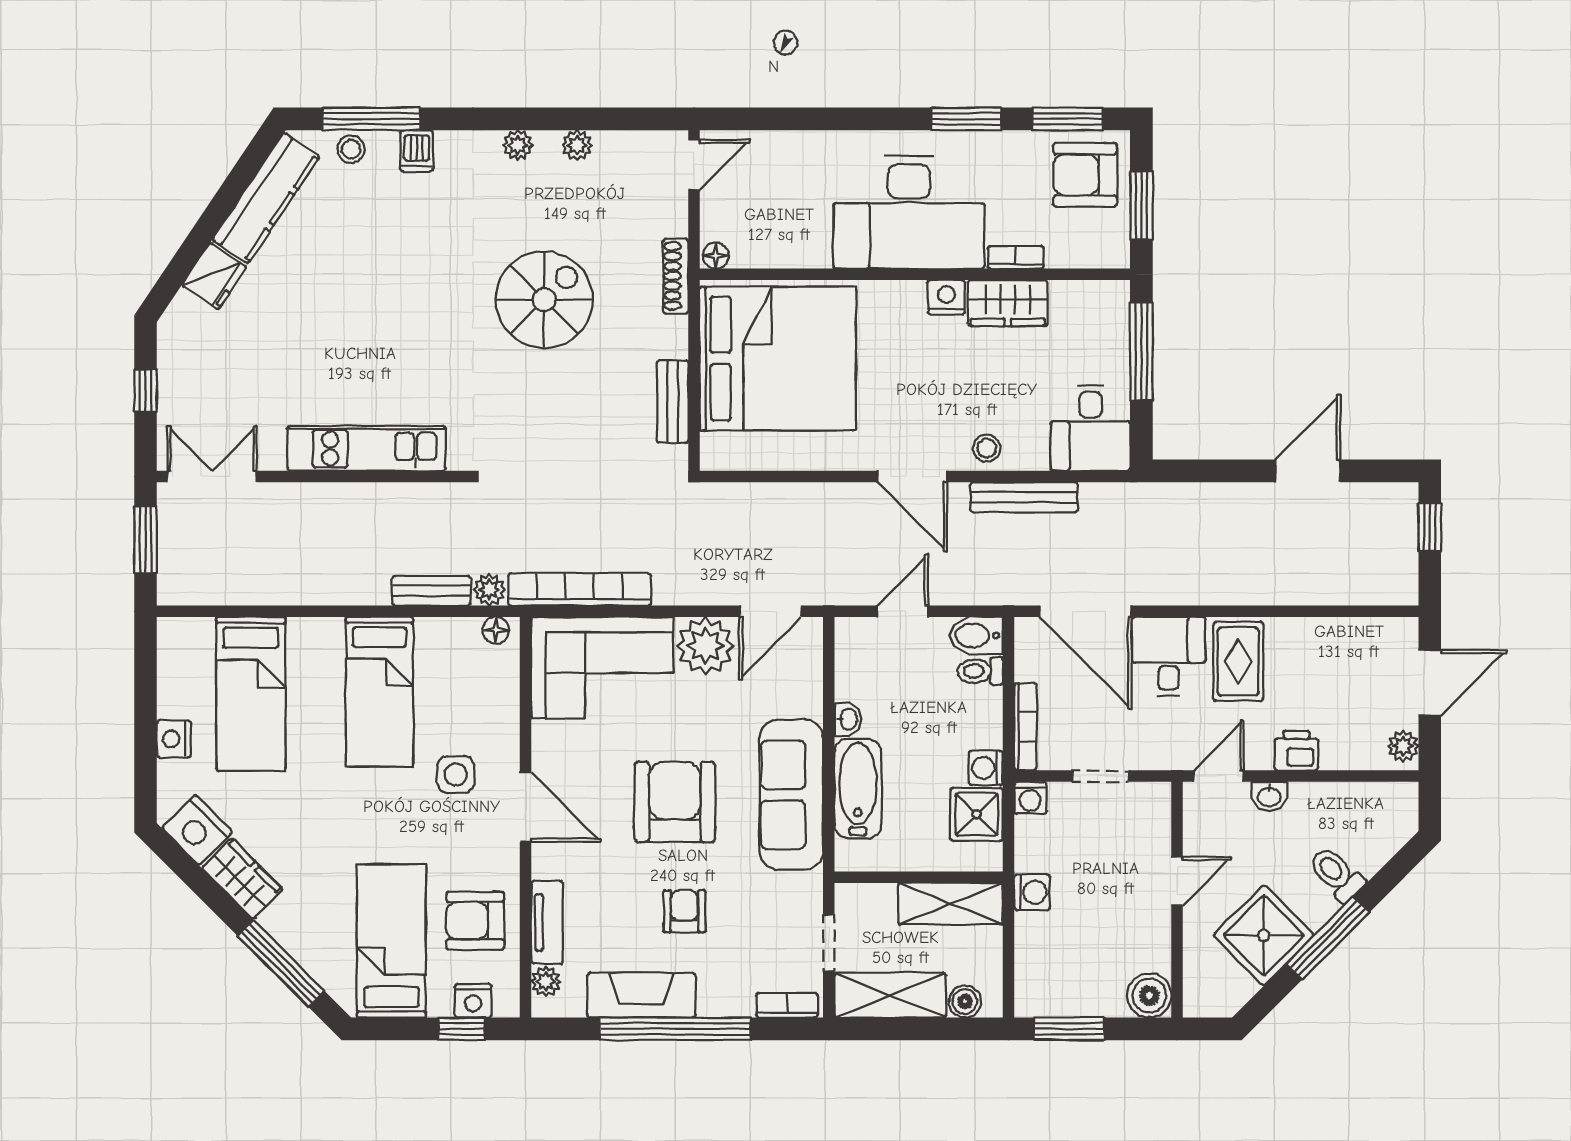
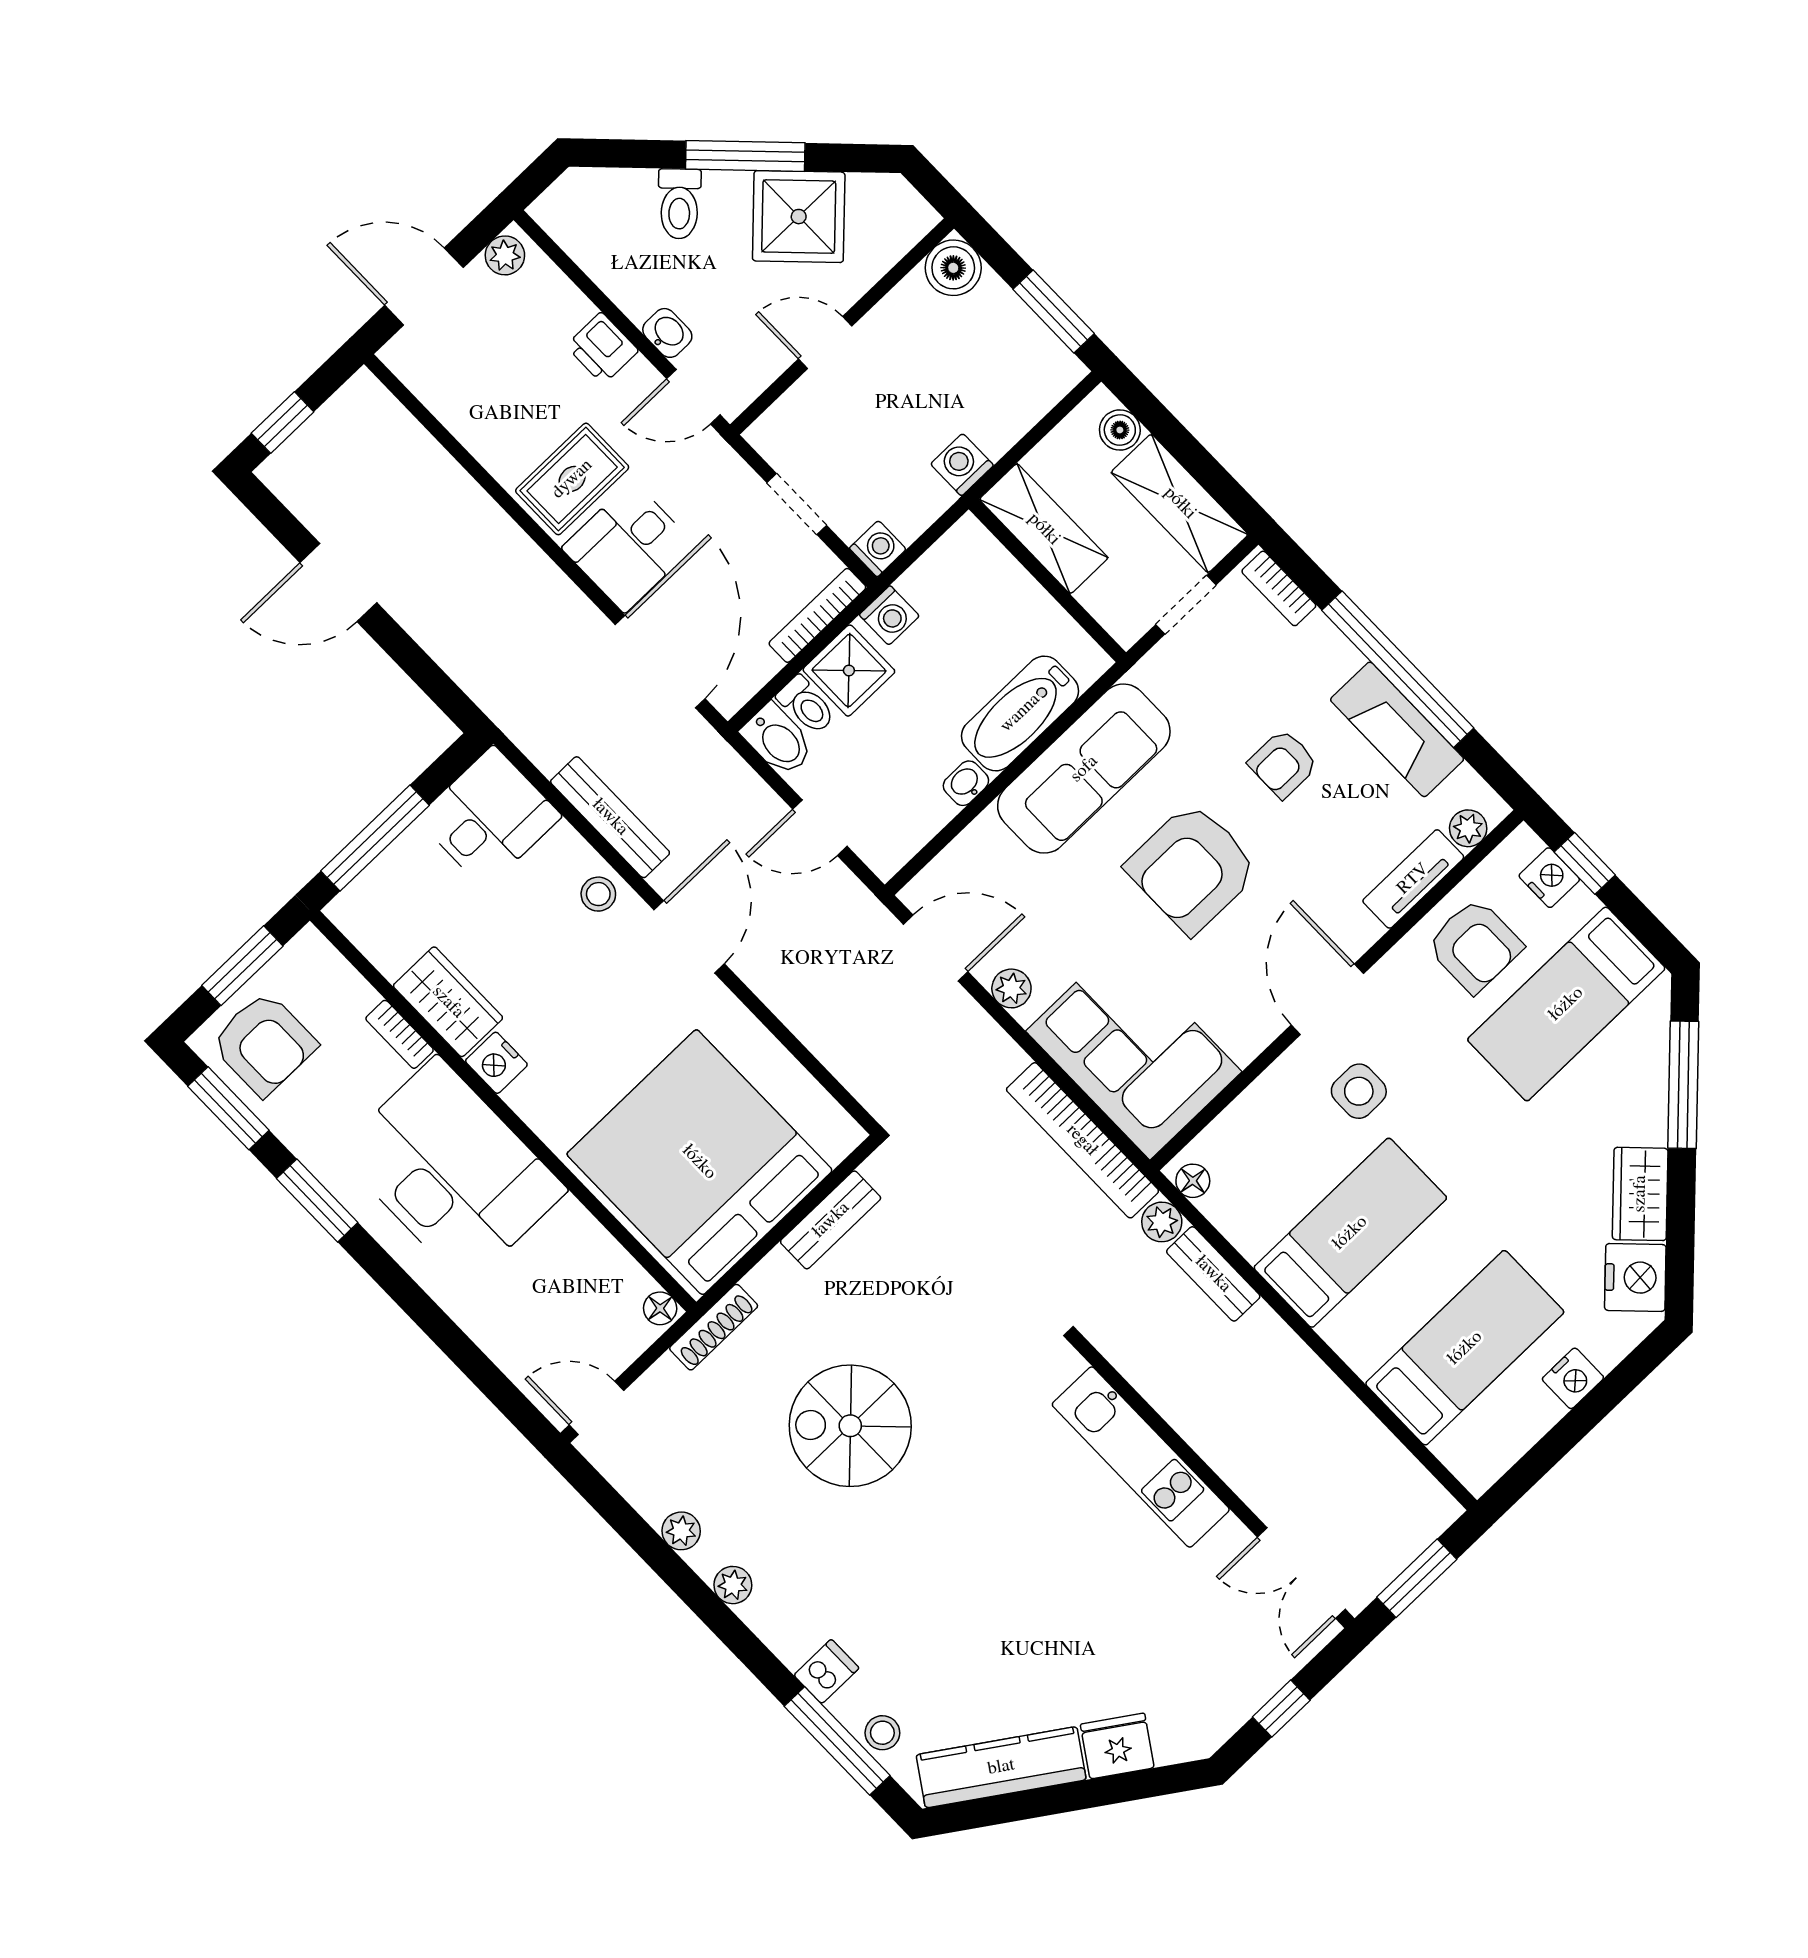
plant: (705, 646) -> (1011, 988), width x0.53, depth x0.53
shower: (977, 814) -> (849, 671), moved

